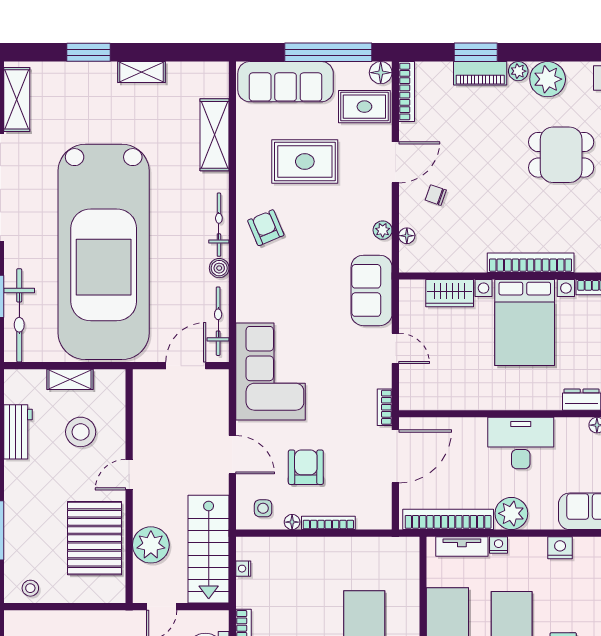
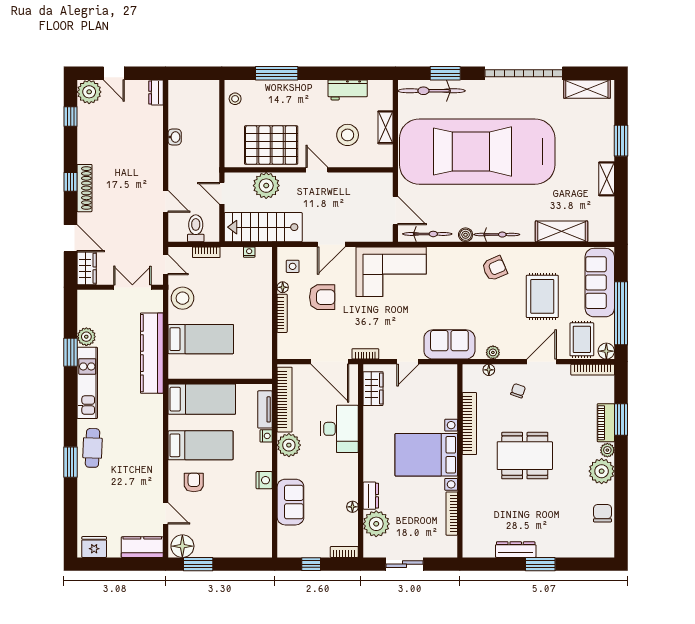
dining table: (561, 155) -> (525, 456), moved, width x1.37
door: (395, 162) -> (542, 362), swing flipped
bookcase: (531, 263) -> (469, 424), moved
wardrobe: (450, 293) -> (373, 389), moved, turned 180
desk: (521, 443) -> (340, 429), moved

